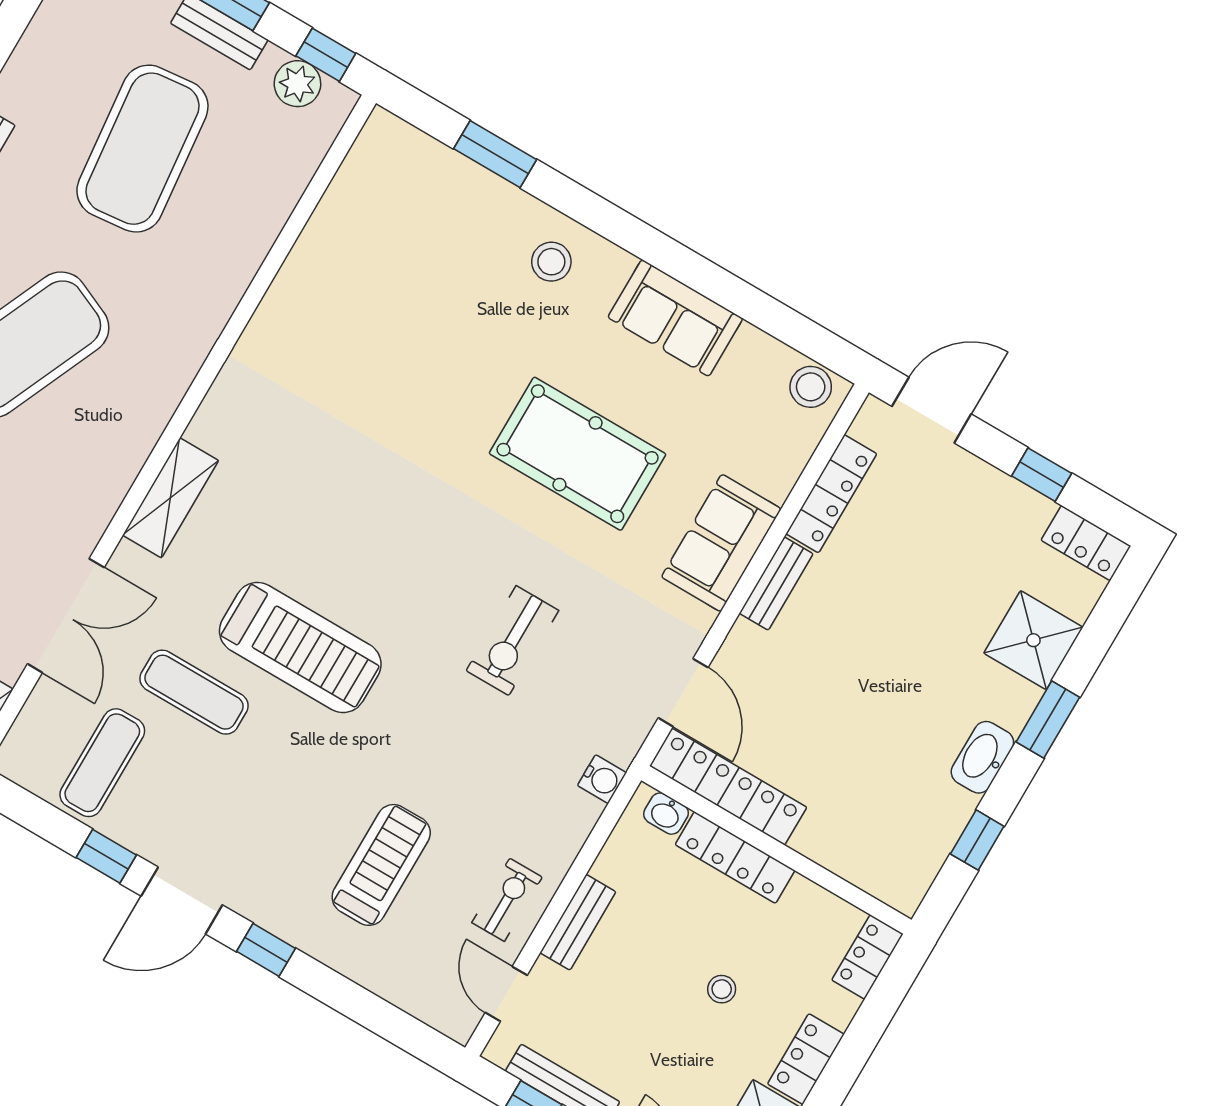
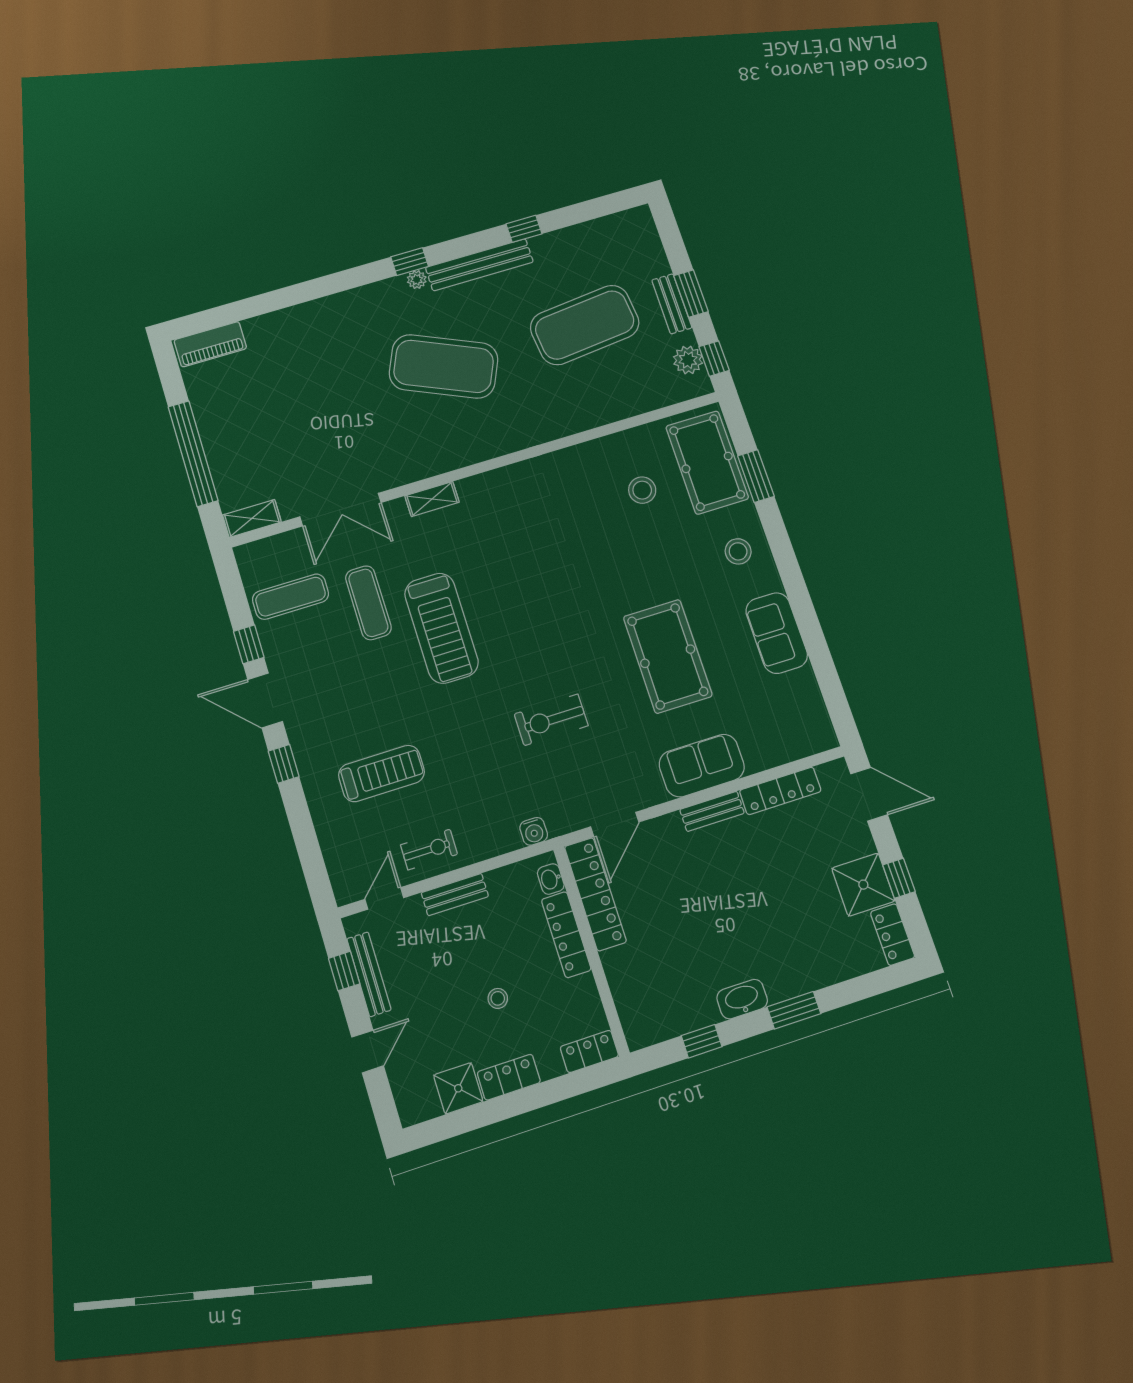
pool table: (426, 188) -> (707, 462), added
stool: (811, 387) -> (642, 490), moved
shelving: (171, 498) -> (432, 499), width x0.67, depth x0.75
shower: (1033, 640) -> (863, 885), moved

